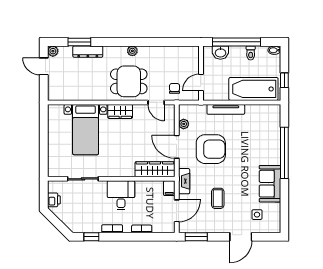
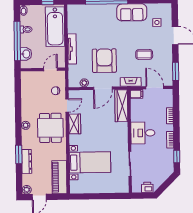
window: (79, 42) -> (19, 154), moved
door: (201, 83) -> (51, 69), swing flipped
piano: (68, 92) -> (59, 177), added
wardrobe: (120, 111) -> (75, 124), moved

